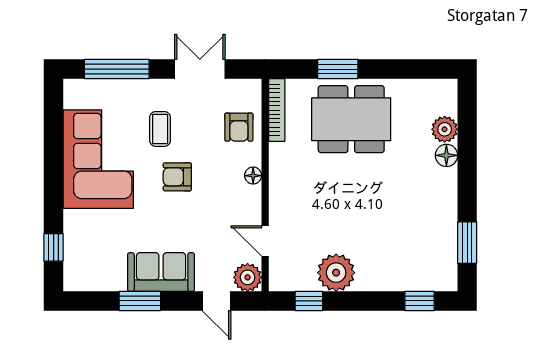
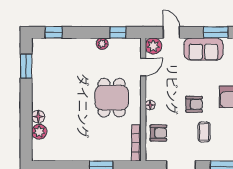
dining table: (351, 119) -> (112, 98), moved, width x0.73
armchair: (239, 127) -> (158, 133), turned 90
door: (265, 241) -> (143, 67), hinge flipped
plant: (336, 273) -> (102, 44), width x0.53, depth x0.53

